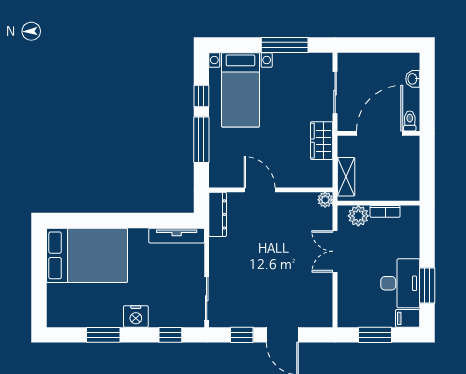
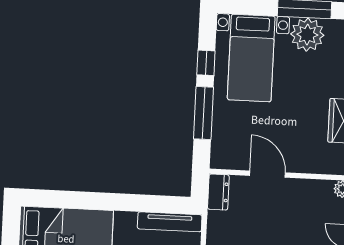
plant: (288, 67) -> (307, 35), added
dresser: (218, 214) -> (218, 192), width x0.70

